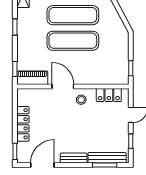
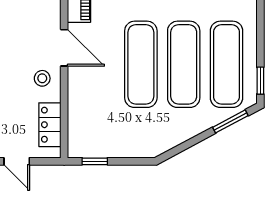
door: (63, 87) -> (64, 48), hinge flipped

